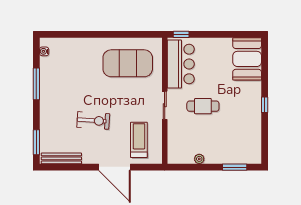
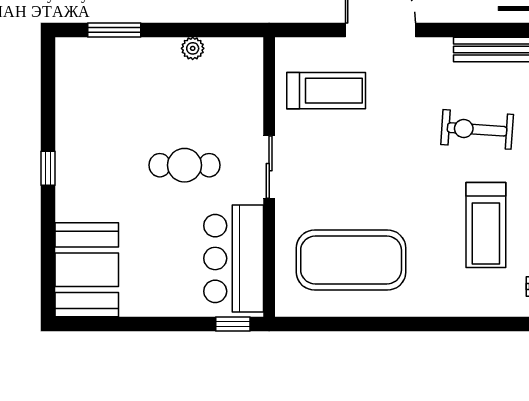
treadmill: (67, 79) -> (486, 225), added
exercise bike: (93, 120) -> (477, 129), moved
treadmill: (139, 140) -> (326, 91), turned -90

